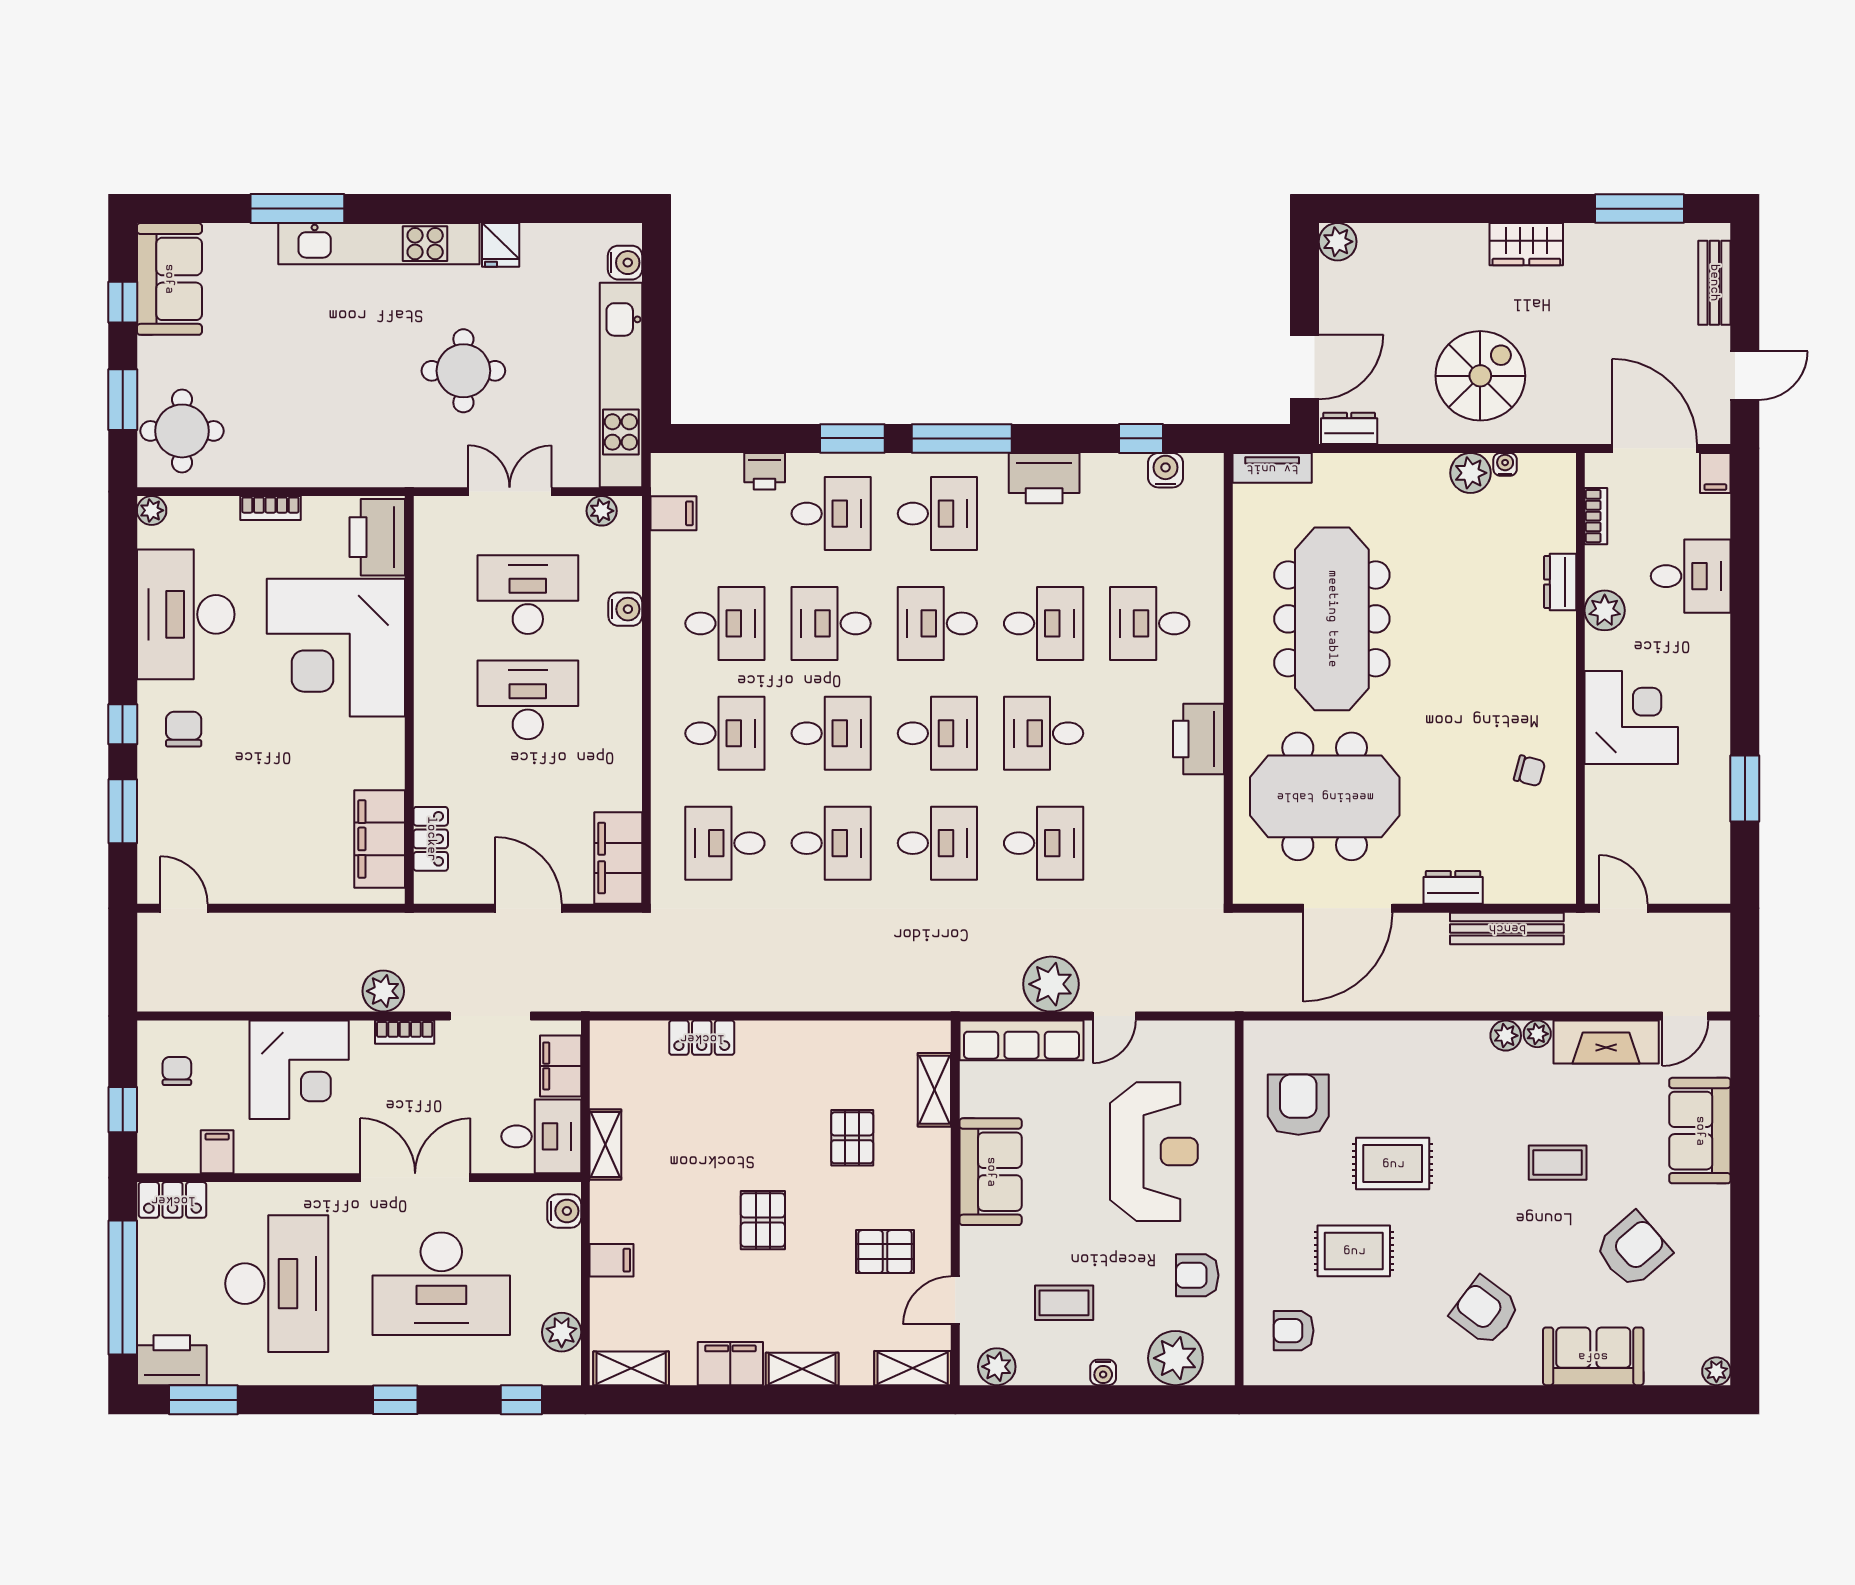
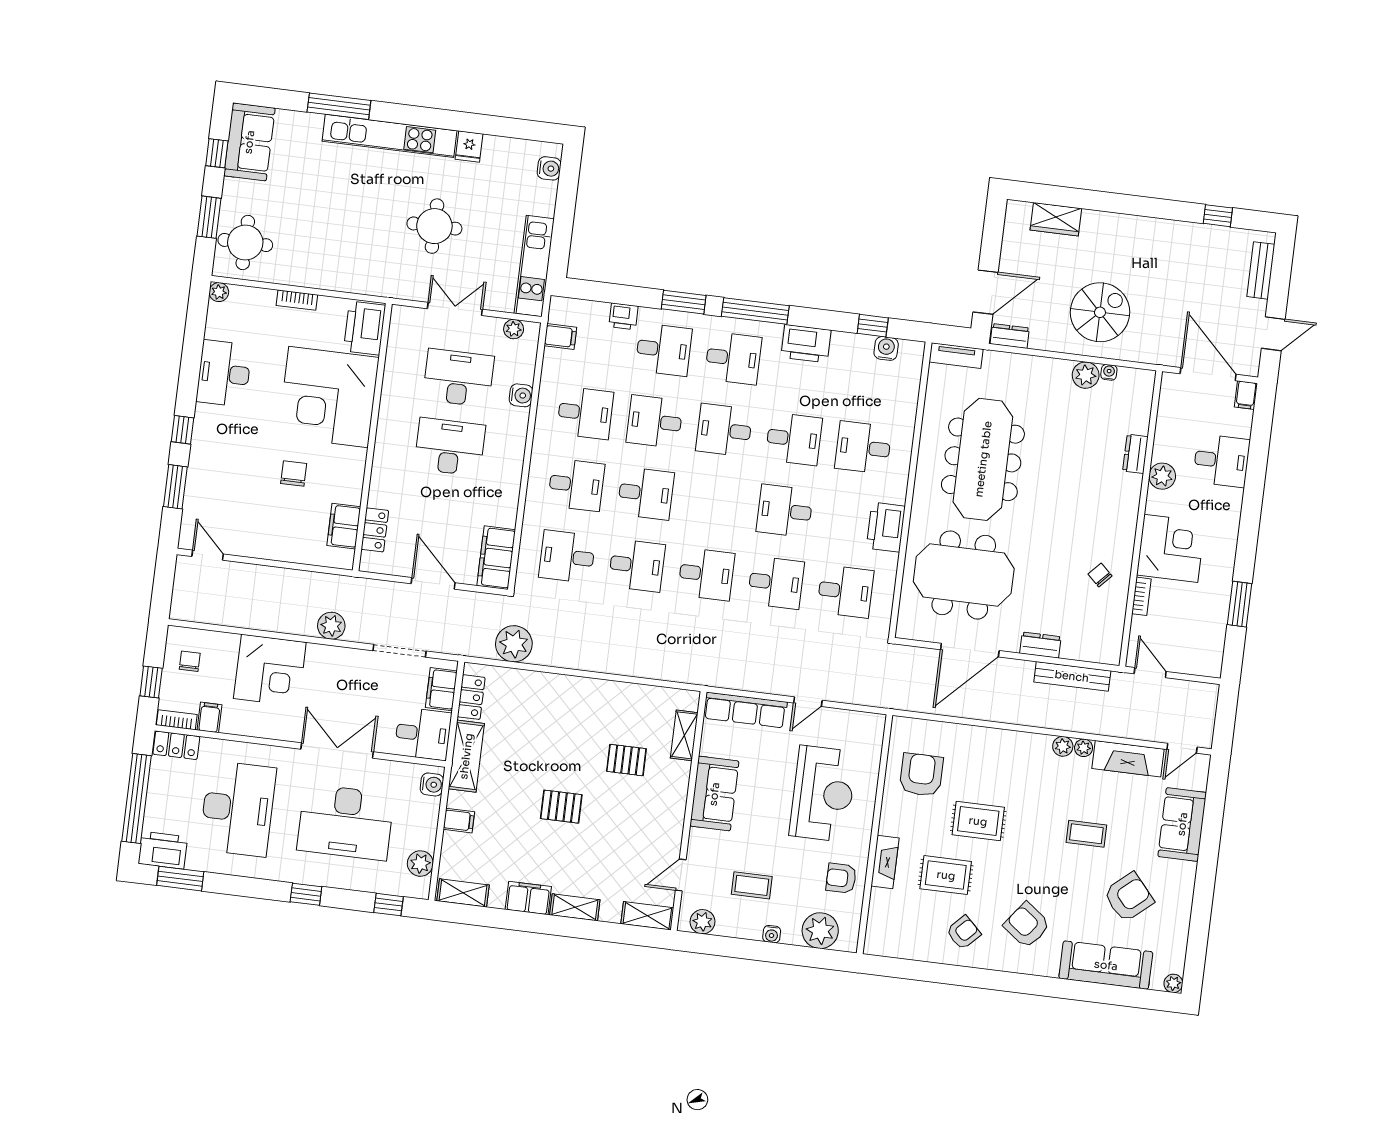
window: (1640, 209) -> (1218, 216), width x0.46
plant: (1338, 242) -> (1017, 213), removed
wardrobe: (1526, 244) -> (1056, 219), moved
kitchen unit: (621, 385) -> (534, 266), width x0.73
bookcase: (1596, 516) -> (1141, 596), moved
desk: (186, 614) -> (224, 373), width x0.73, depth x0.77
chair: (184, 729) -> (294, 474), moved
desk: (937, 733) -> (845, 591), moved
chair: (1530, 771) -> (1100, 575), turned -152
filing cabinet: (380, 839) -> (344, 526), width x0.67, depth x0.86
plant: (1051, 984) -> (514, 644), moved
bookcase: (405, 1032) -> (177, 720), moved, turned 180
locker: (702, 1038) -> (471, 697), moved, turned -90
pallet: (852, 1138) -> (626, 760), turned 90
shelving: (605, 1144) -> (466, 756), width x1.50, depth x1.33
pallet: (763, 1220) -> (561, 807), turned 90
fireplace: (1260, 1243) -> (885, 862), added
pallet: (885, 1252) -> (639, 837), removed
armchair: (1294, 1331) -> (963, 933), moved, turned 134
sofa: (1593, 1356) -> (1106, 965), width x1.36

